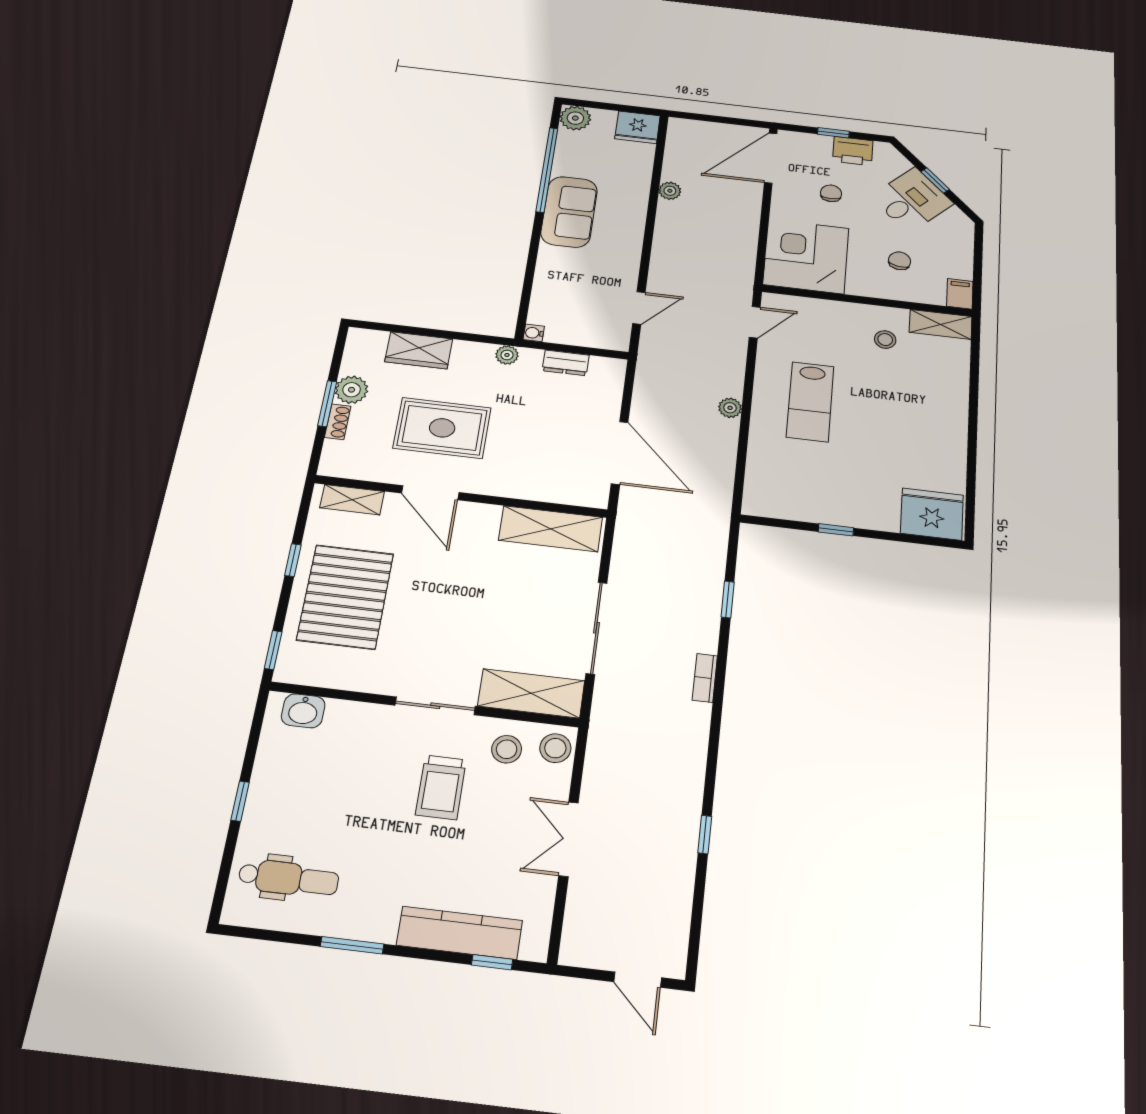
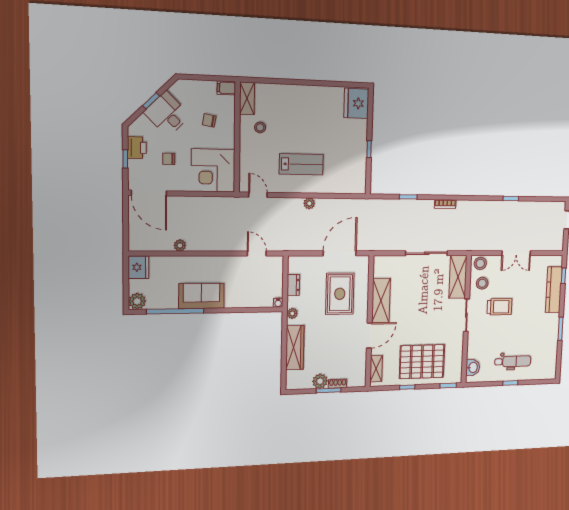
wardrobe: (419, 350) -> (295, 348), width x1.50
rug: (442, 428) -> (340, 294), moved
shelving: (551, 529) -> (381, 301), moved
dental chair: (289, 878) -> (513, 361), moved, turned 90

